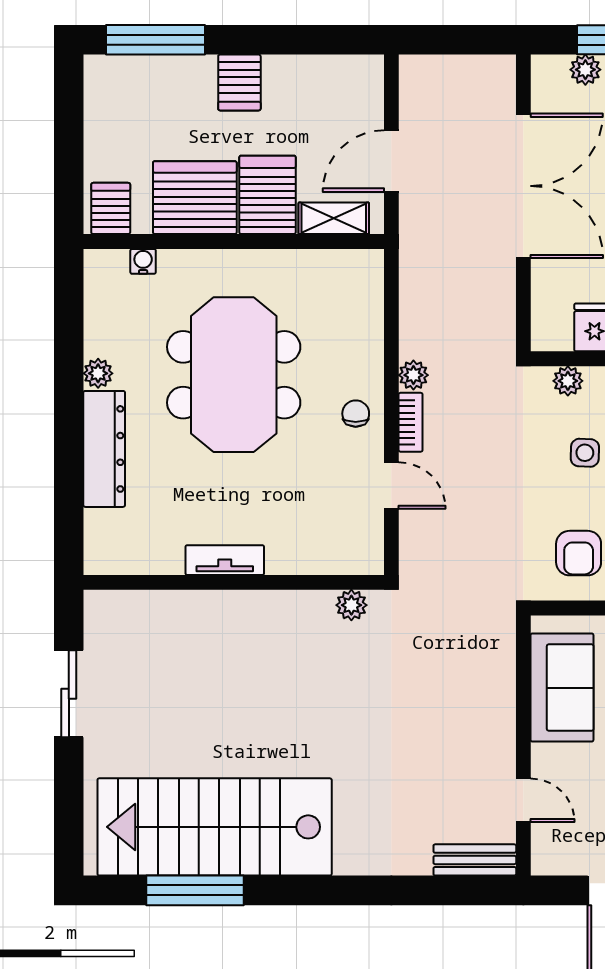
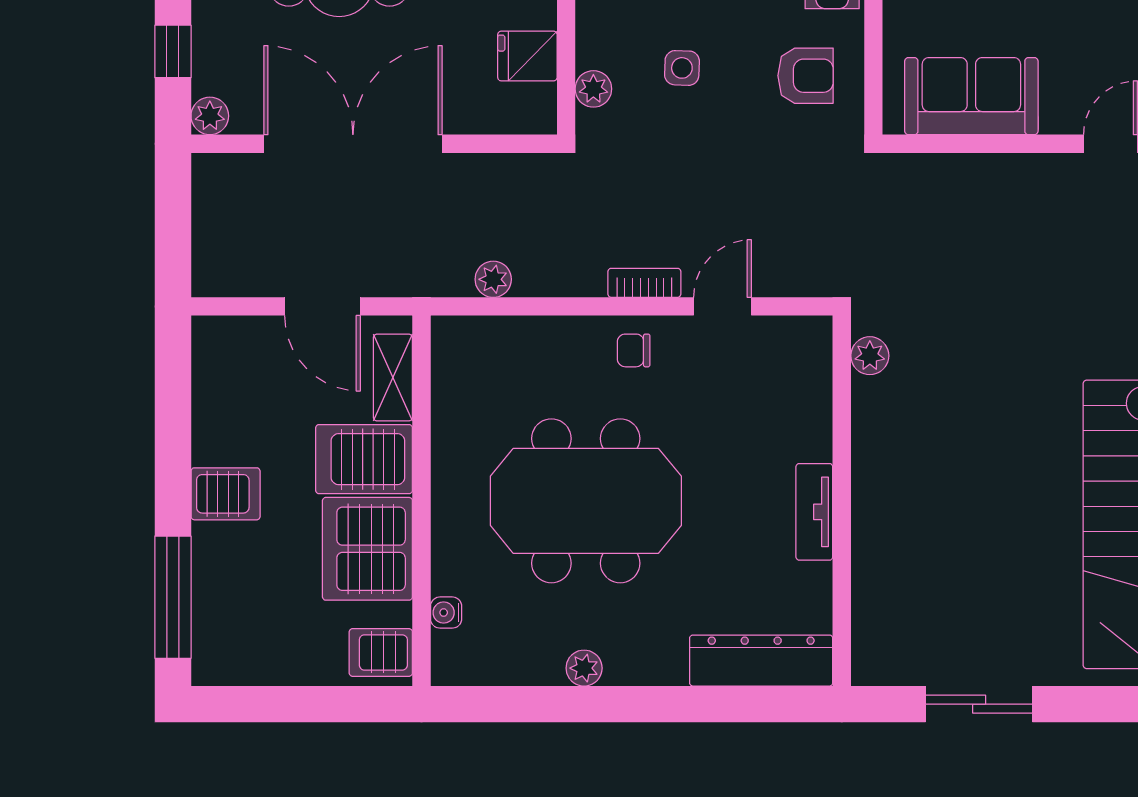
plant: (585, 70) -> (210, 116), moved
plant: (413, 375) -> (493, 279), moved
dresser: (104, 449) -> (761, 661), moved

